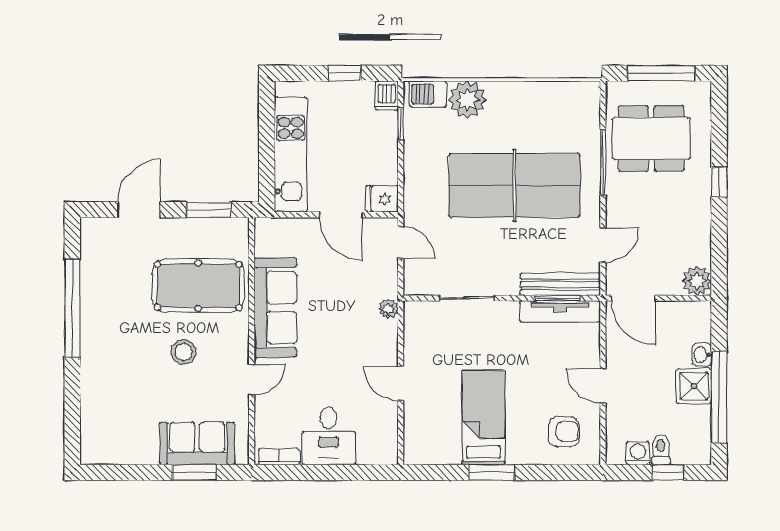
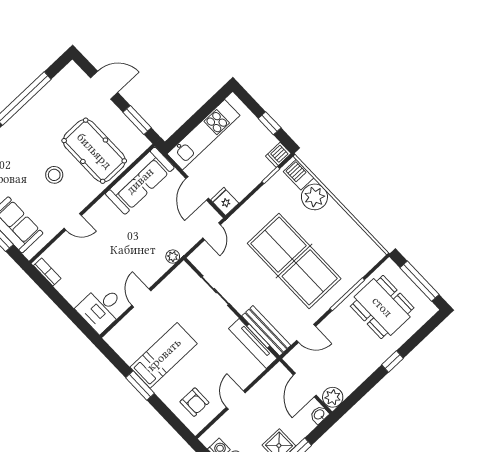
door: (633, 298) -> (305, 385), moved
sofa: (275, 308) -> (140, 181), moved
washbasin: (702, 355) -> (319, 415), moved
desk: (328, 436) -> (101, 308), moved

